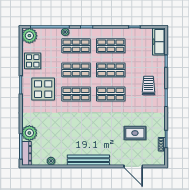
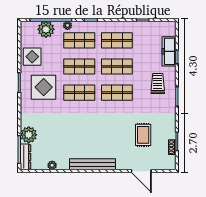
plant: (29, 36) -> (46, 29), moved
freezer: (159, 42) -> (169, 51), moved
rug: (135, 133) -> (143, 135), turned 90

